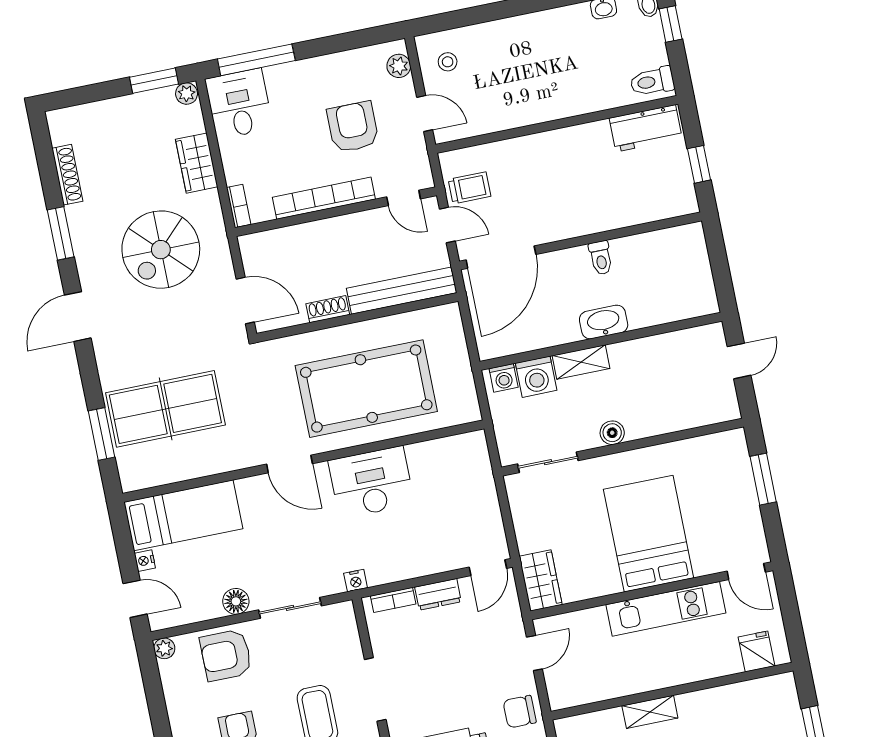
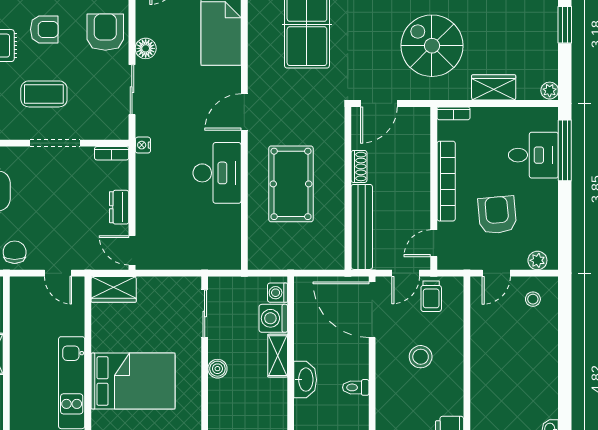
window: (154, 81) -> (565, 25), moved
desk: (239, 104) -> (533, 155), moved
armchair: (353, 127) -> (497, 215), turned -95
stool: (547, 186) -> (421, 357), added
pool table: (366, 389) -> (291, 184), width x0.73, depth x0.76
bookcase: (393, 600) -> (112, 153), moved, turned -90

